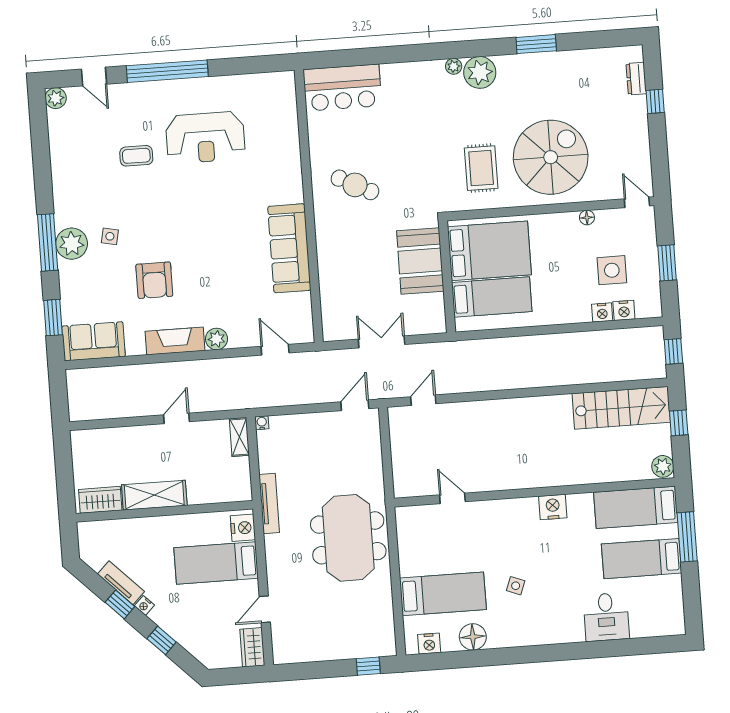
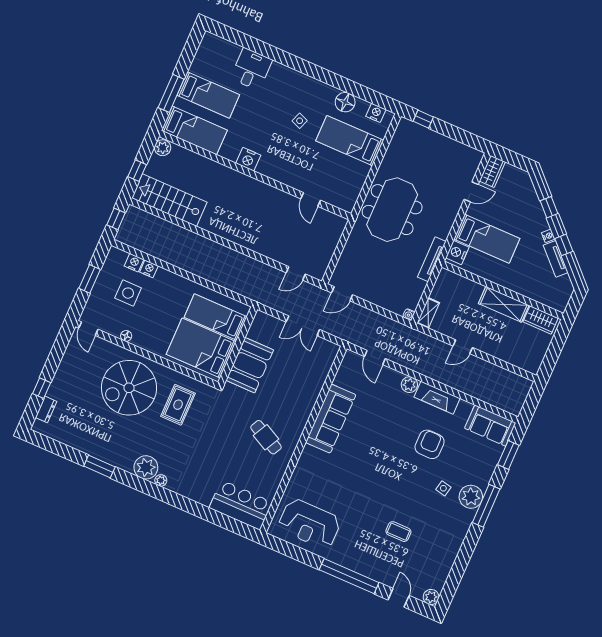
reception desk: (205, 137) -> (309, 524), moved, turned 180

